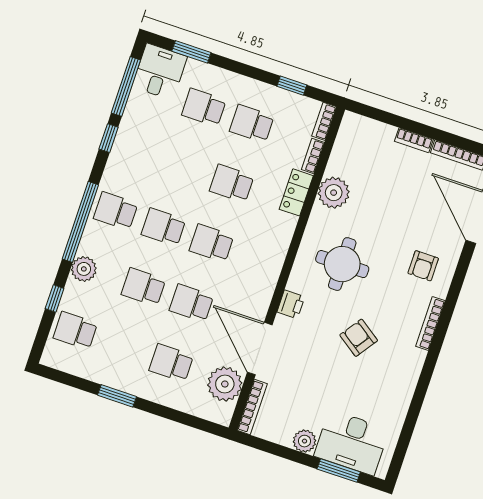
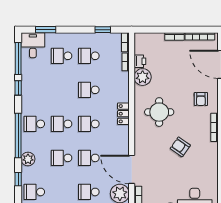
locker: (296, 192) -> (123, 114), moved
printer: (291, 304) -> (140, 61), moved

